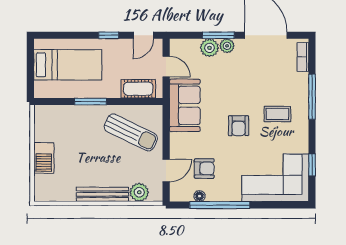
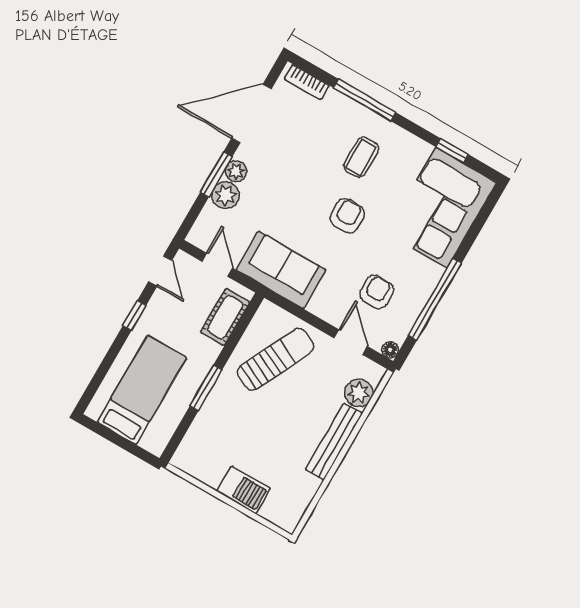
door: (166, 67) -> (217, 265), hinge flipped
armchair: (239, 126) -> (347, 216), turned -90
floor lamp: (199, 196) -> (390, 350), moved

